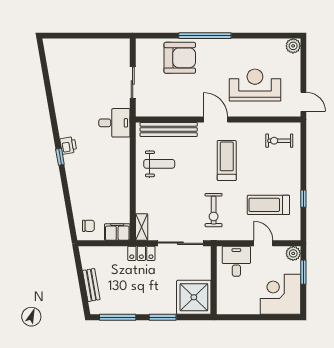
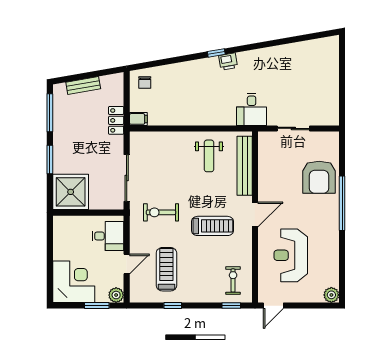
reception desk: (255, 85) -> (291, 255), turned 180
window: (303, 142) -> (231, 306), added
shelving: (142, 227) -> (143, 138), removed
filing cabinet: (117, 232) -> (138, 119), width x0.50
locker: (141, 253) -> (116, 120), moved

